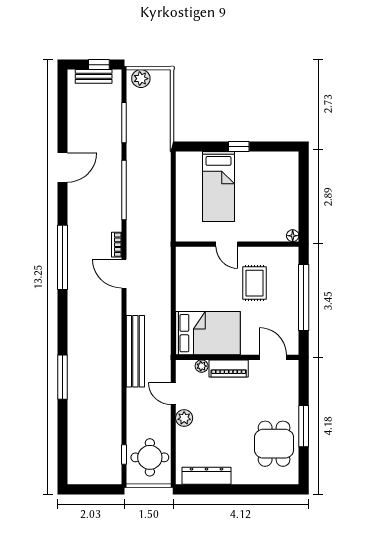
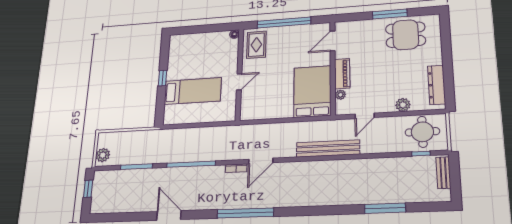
bench: (94, 76) -> (443, 173), moved
rug: (255, 283) -> (256, 45), moved, turned 90
window: (62, 377) -> (385, 208), moved
plant: (184, 418) -> (403, 105), moved

